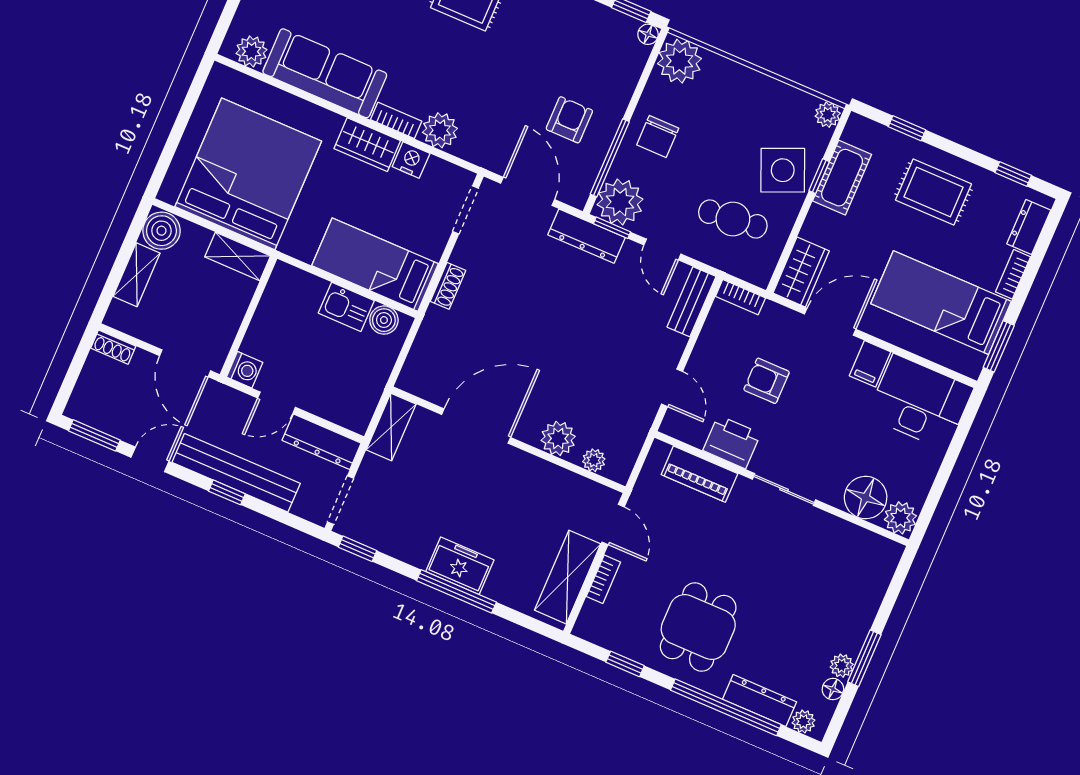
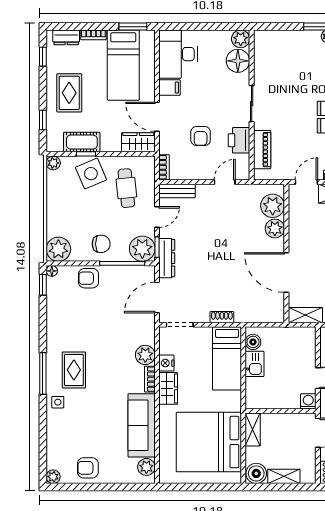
armchair: (569, 120) -> (89, 278), moved
plant: (594, 460) -> (273, 206), width x1.87, depth x1.87

